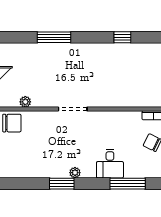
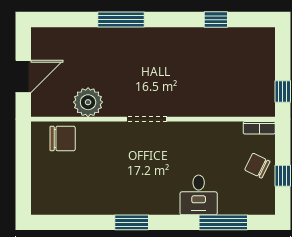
plant: (25, 102) -> (88, 102), width x1.88, depth x1.88
plant: (75, 173) -> (150, 207), removed

